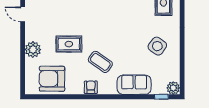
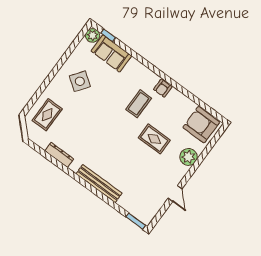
coffee table: (100, 62) -> (139, 104), turned 55
armchair: (52, 79) -> (201, 125), moved, turned 180
sofa: (134, 85) -> (111, 53), moved

